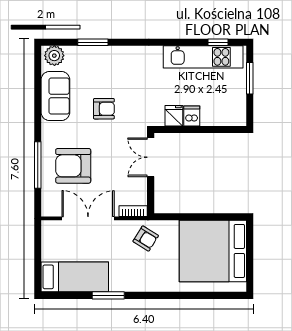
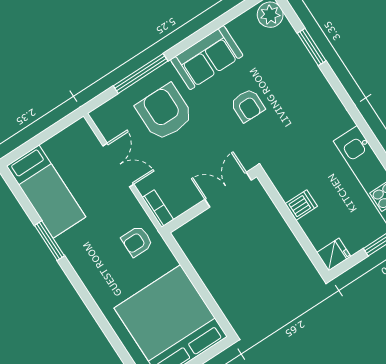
sofa: (55, 96) -> (207, 58), moved
fridge: (174, 116) -> (334, 254), moved
double door: (88, 218) -> (118, 165), width x0.73
armchair: (146, 239) -> (137, 241), turned 58

